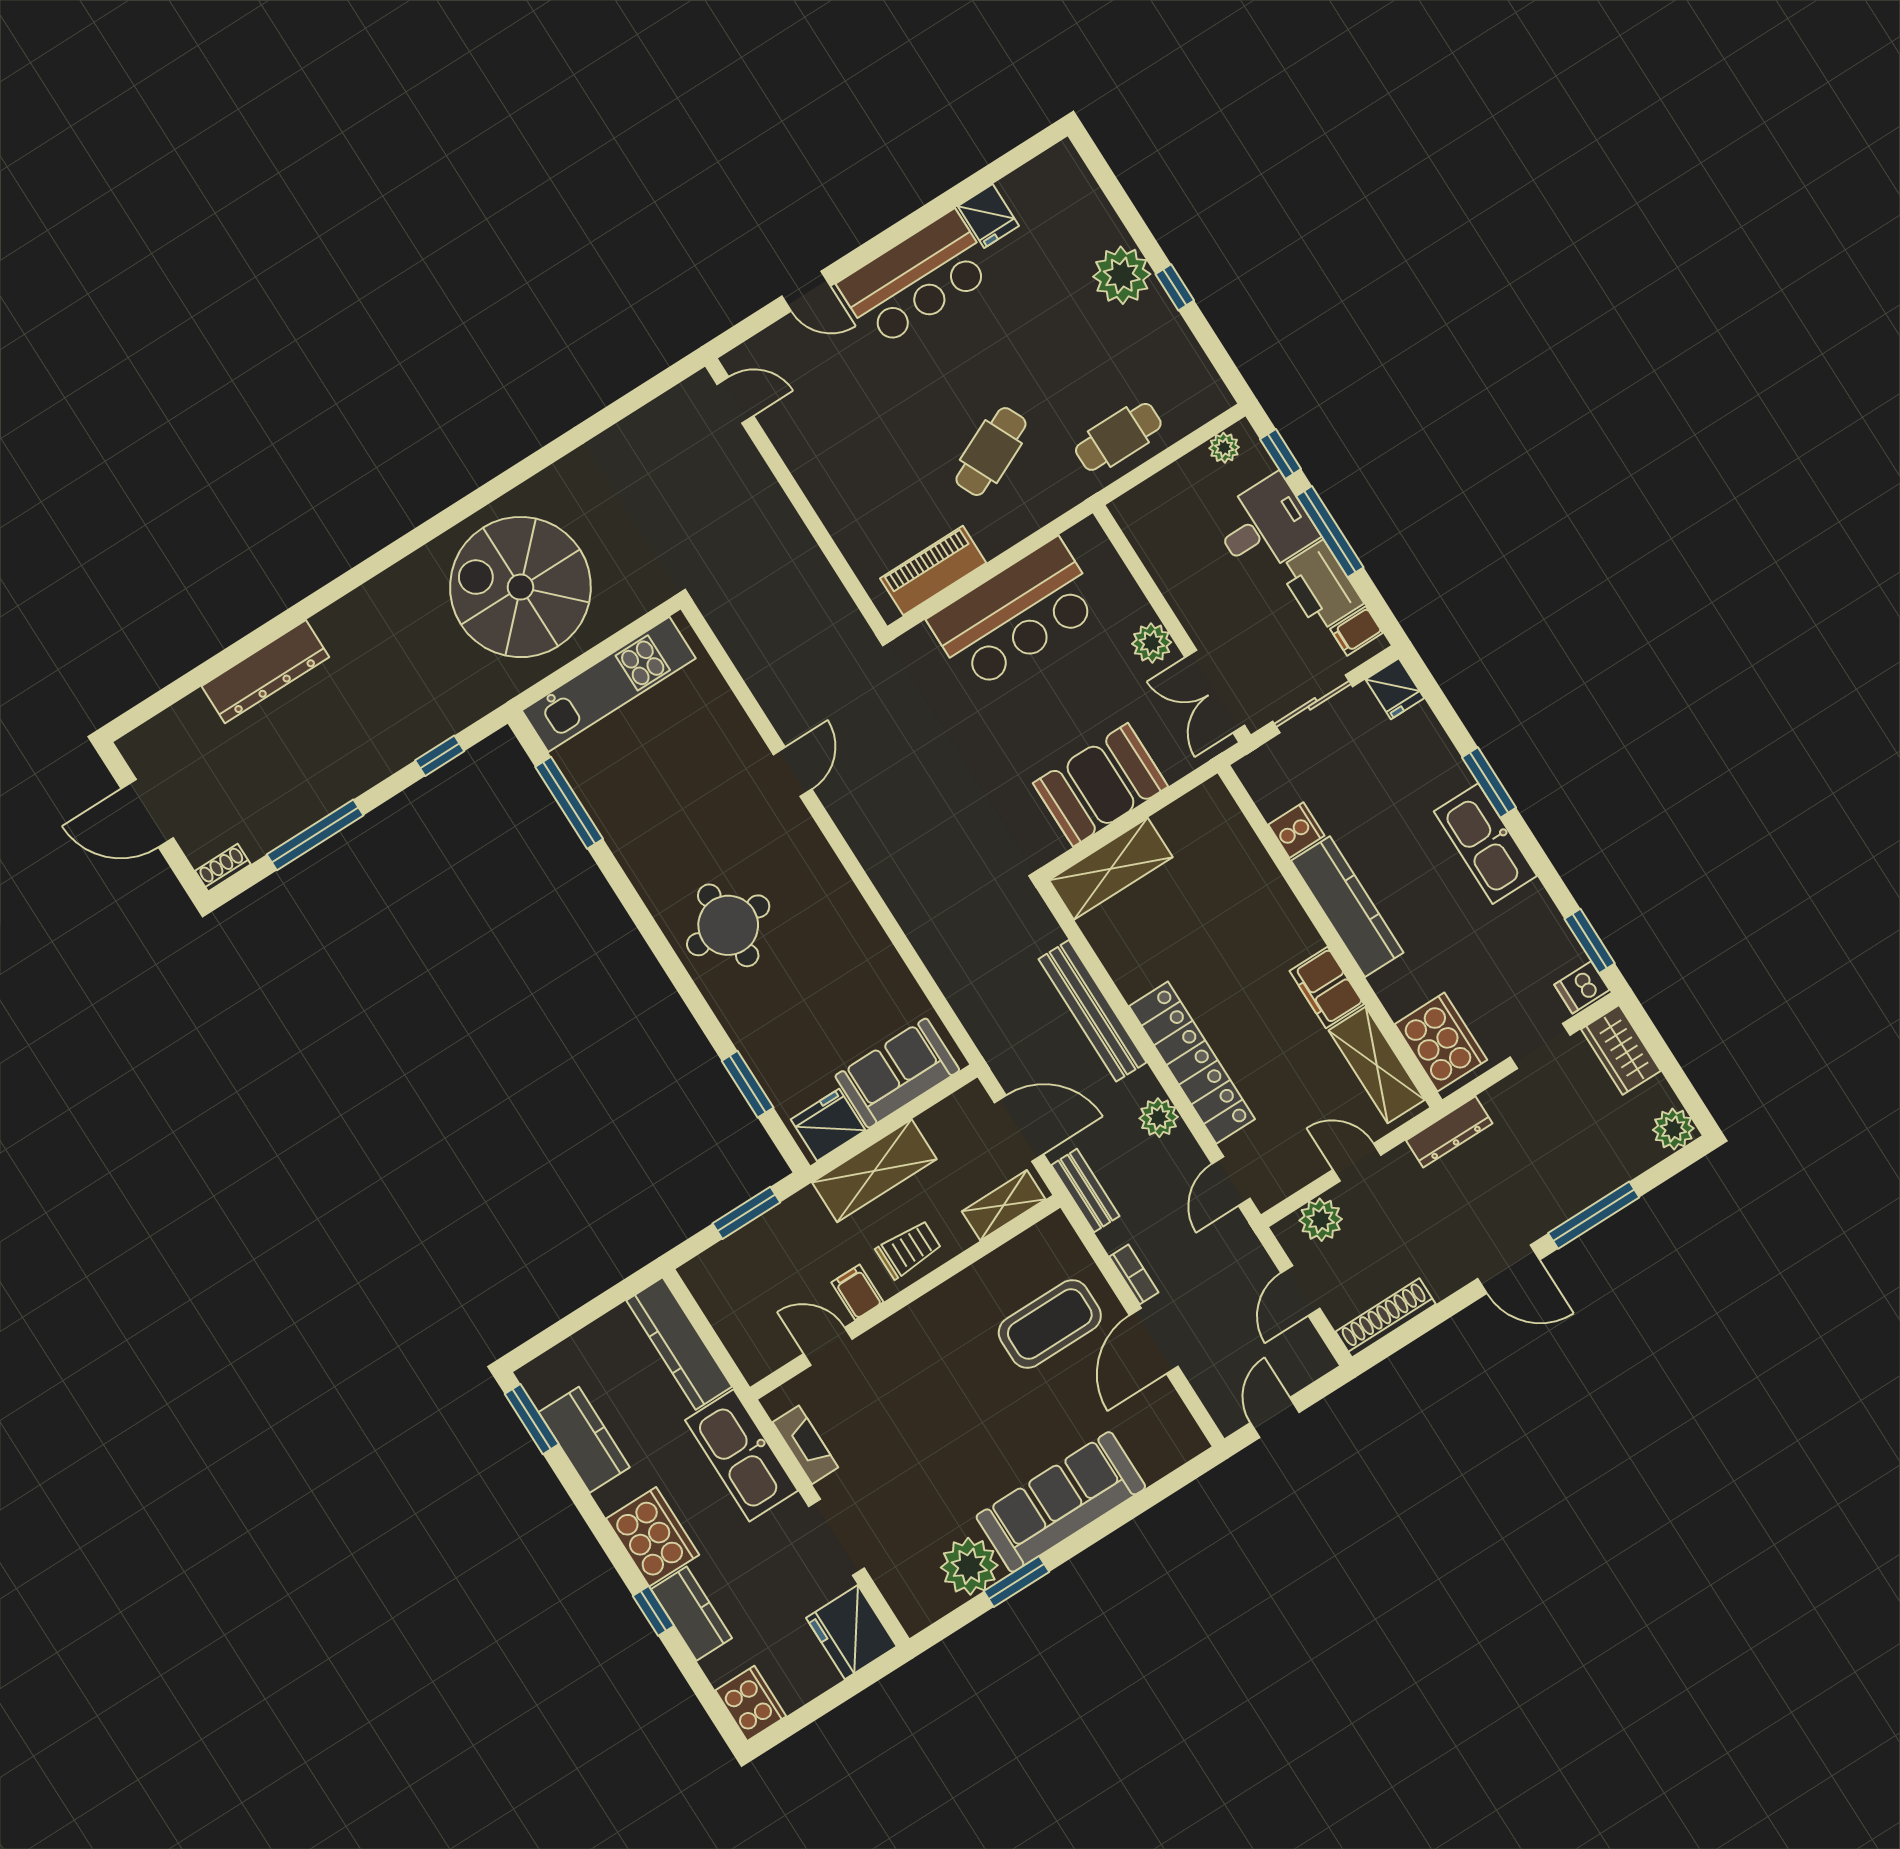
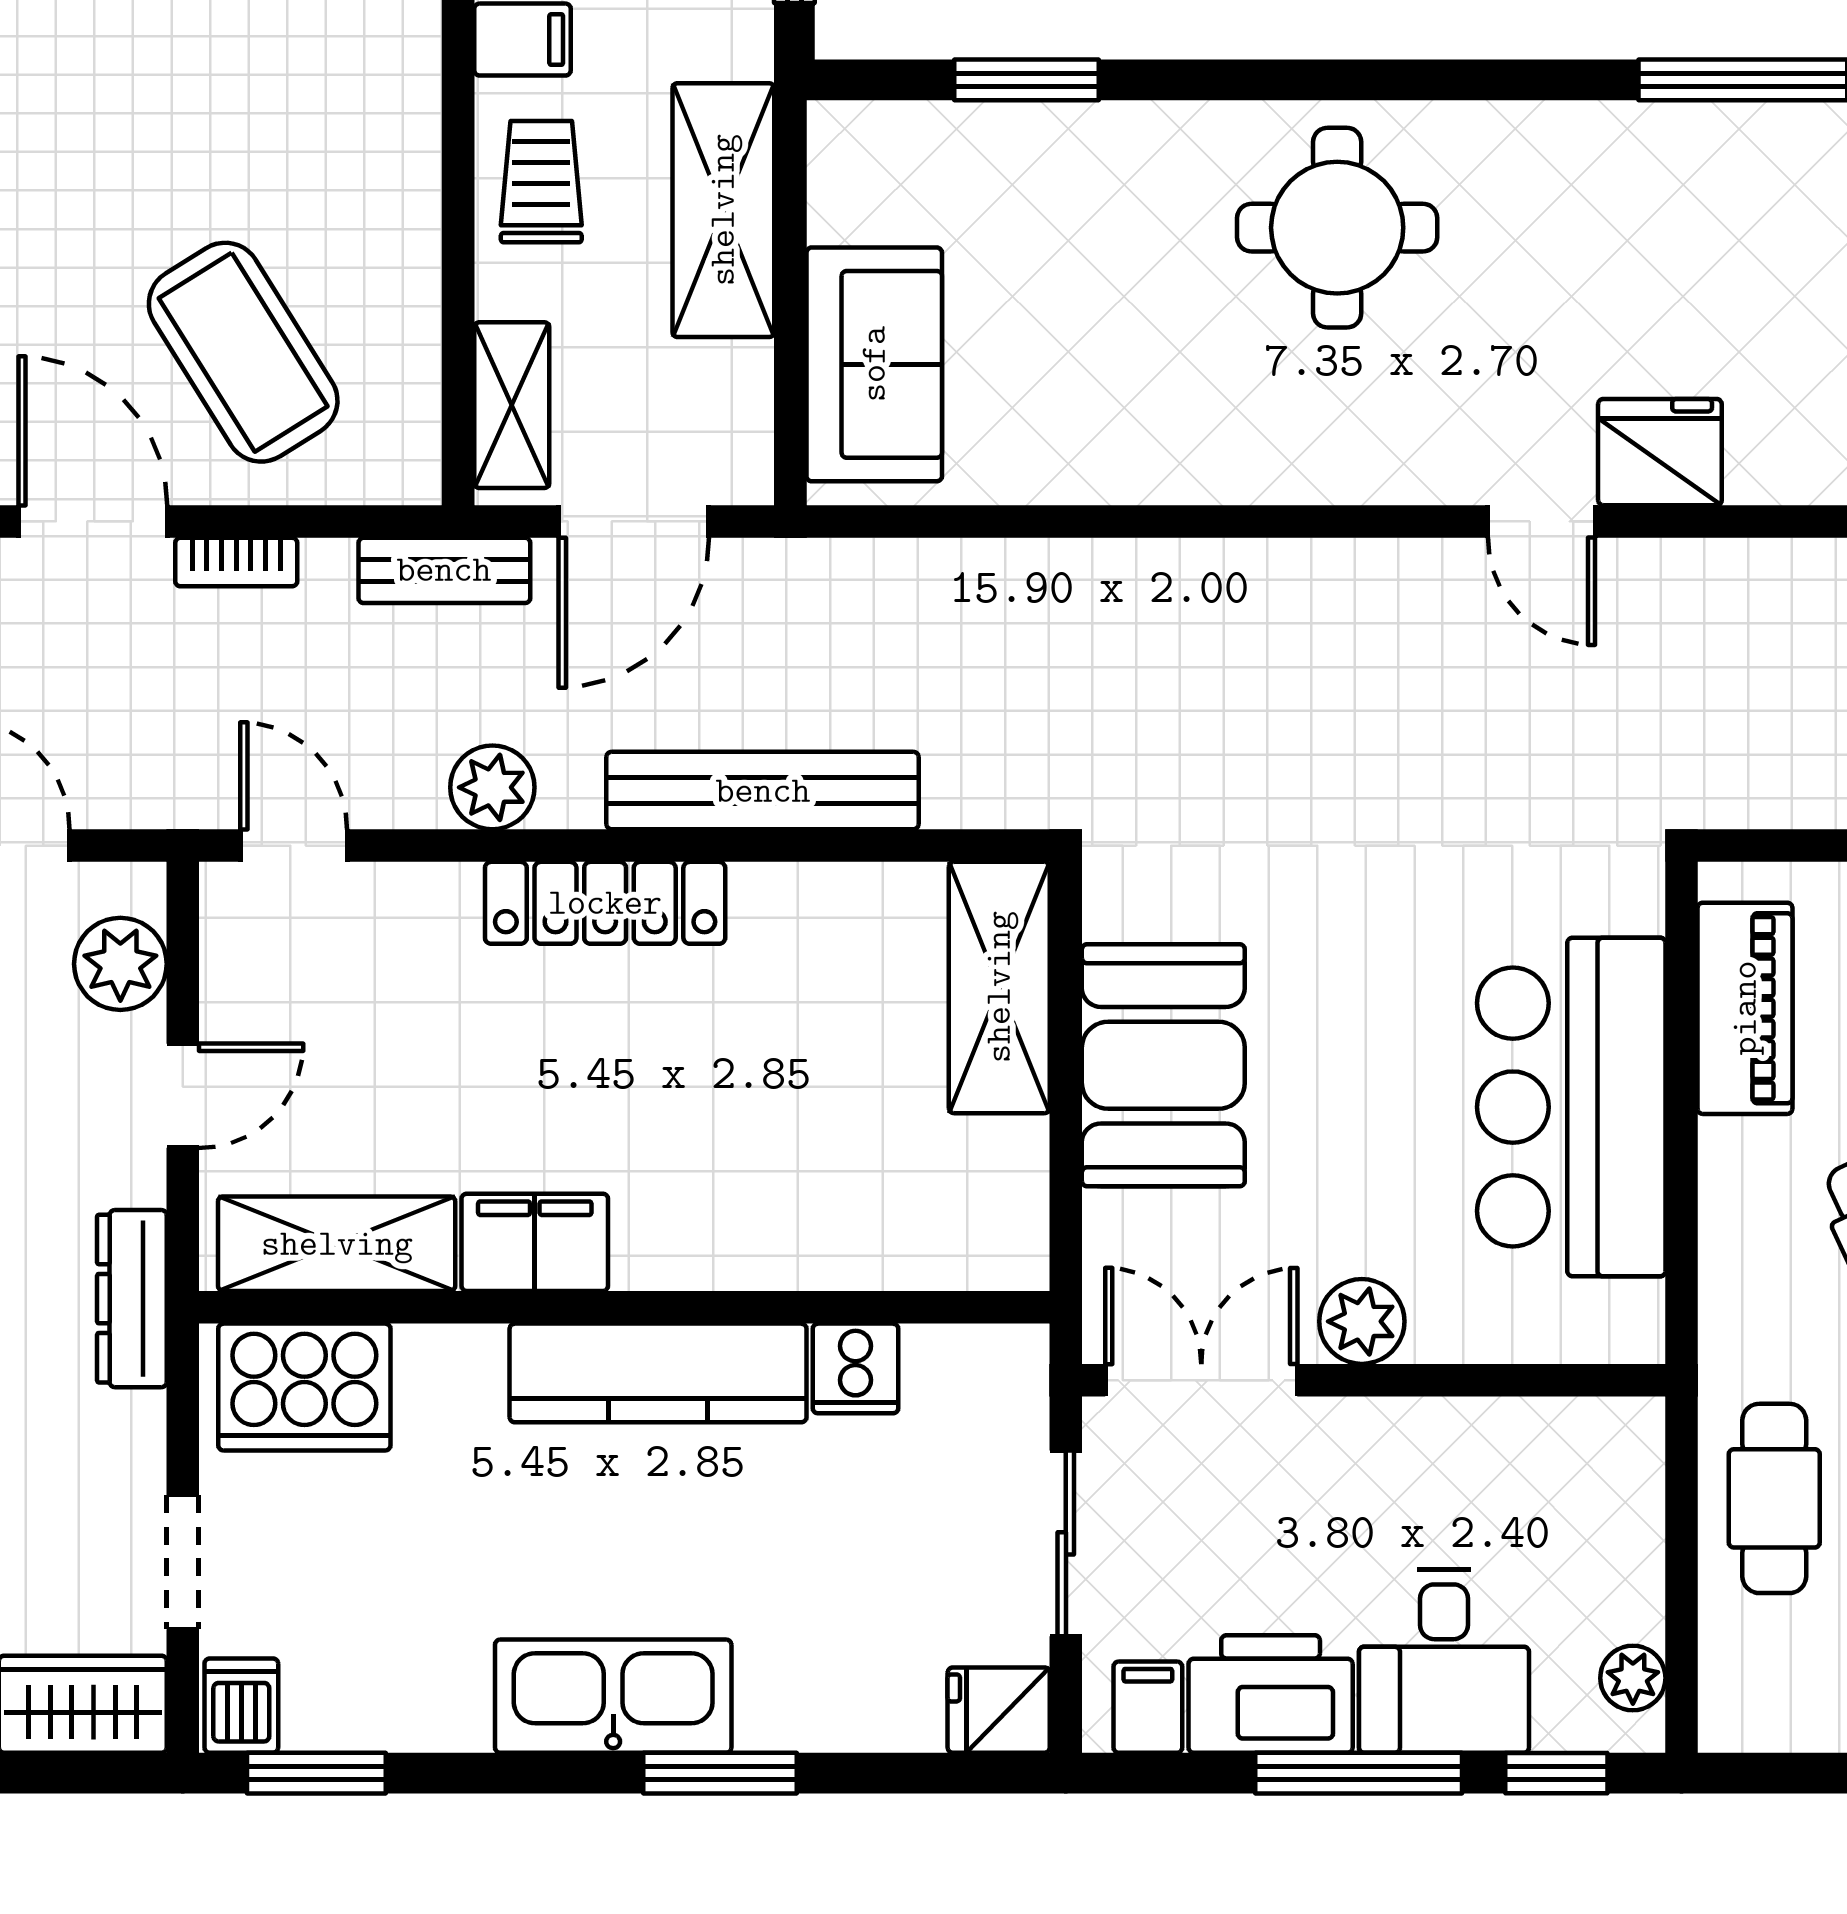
locker: (1192, 1063) -> (605, 903), width x0.71, depth x0.83
fridge: (828, 1125) -> (1660, 452), moved, turned -90
trolley: (908, 1249) -> (541, 182), turned 180
coffee table: (1050, 1324) -> (243, 352), turned -32

